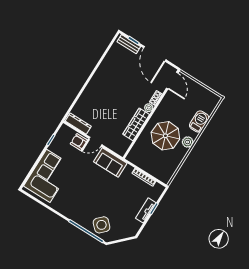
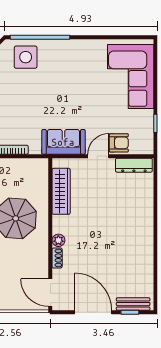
wardrobe: (136, 124) -> (61, 191), moved
side table: (102, 225) -> (26, 57), turned 45

